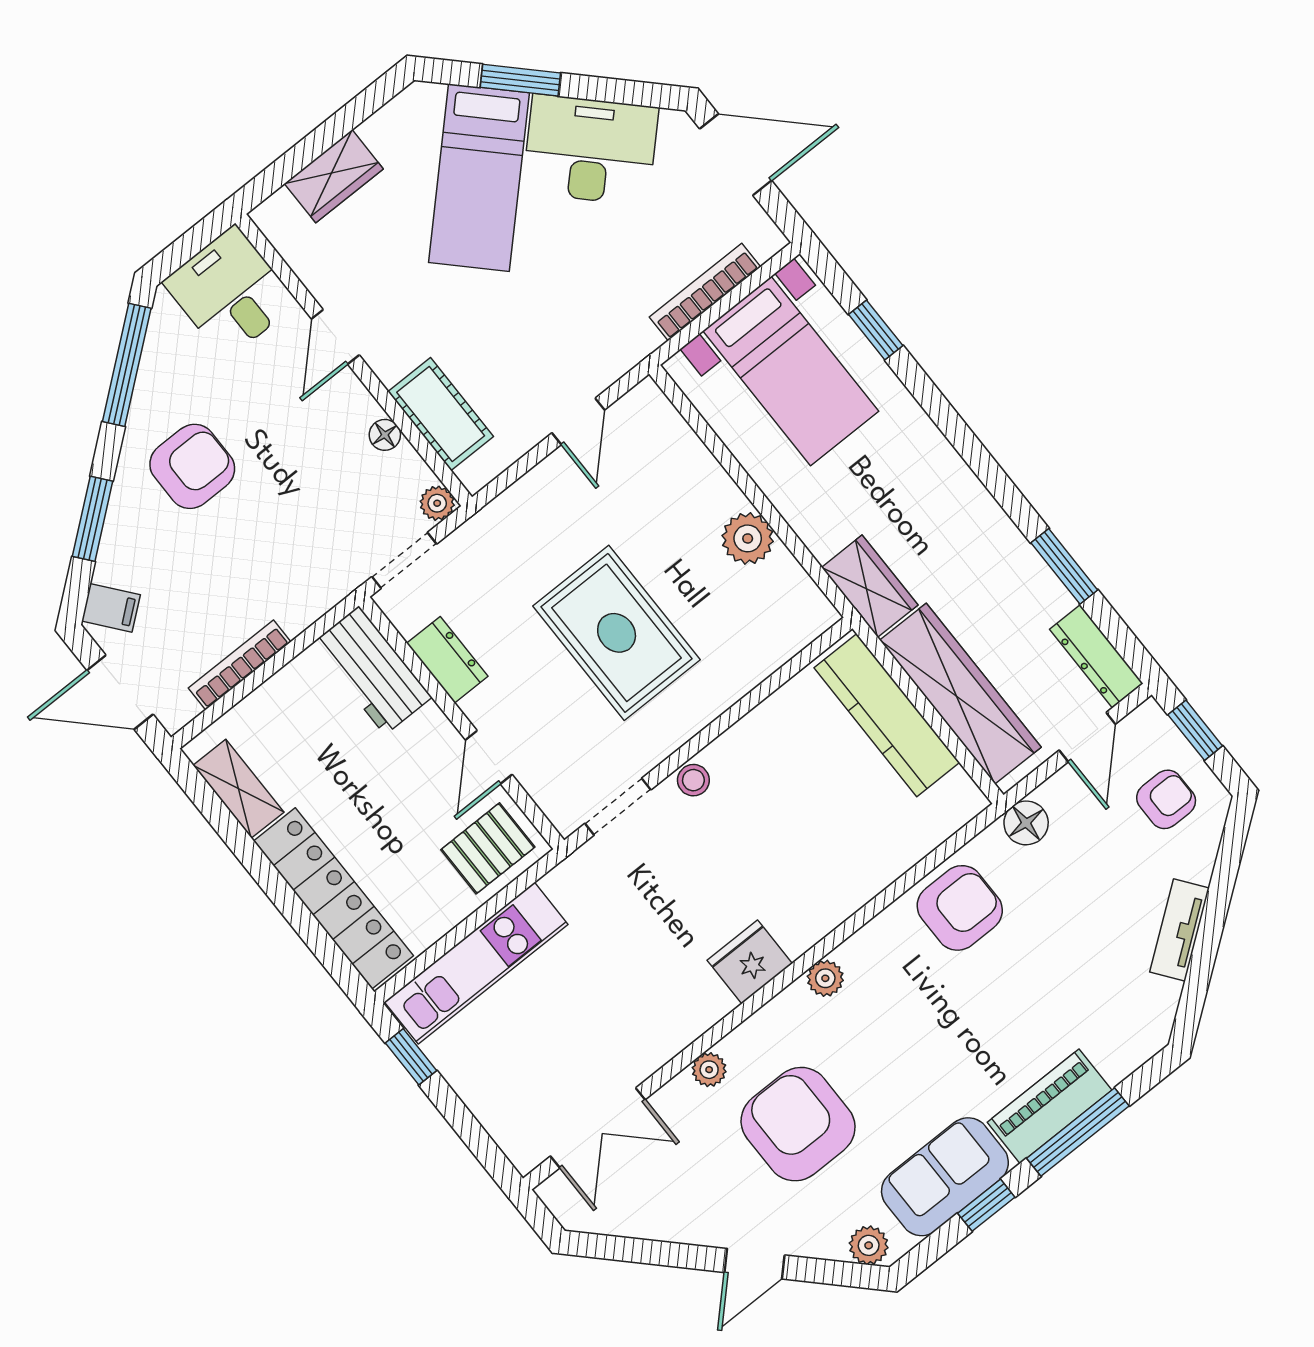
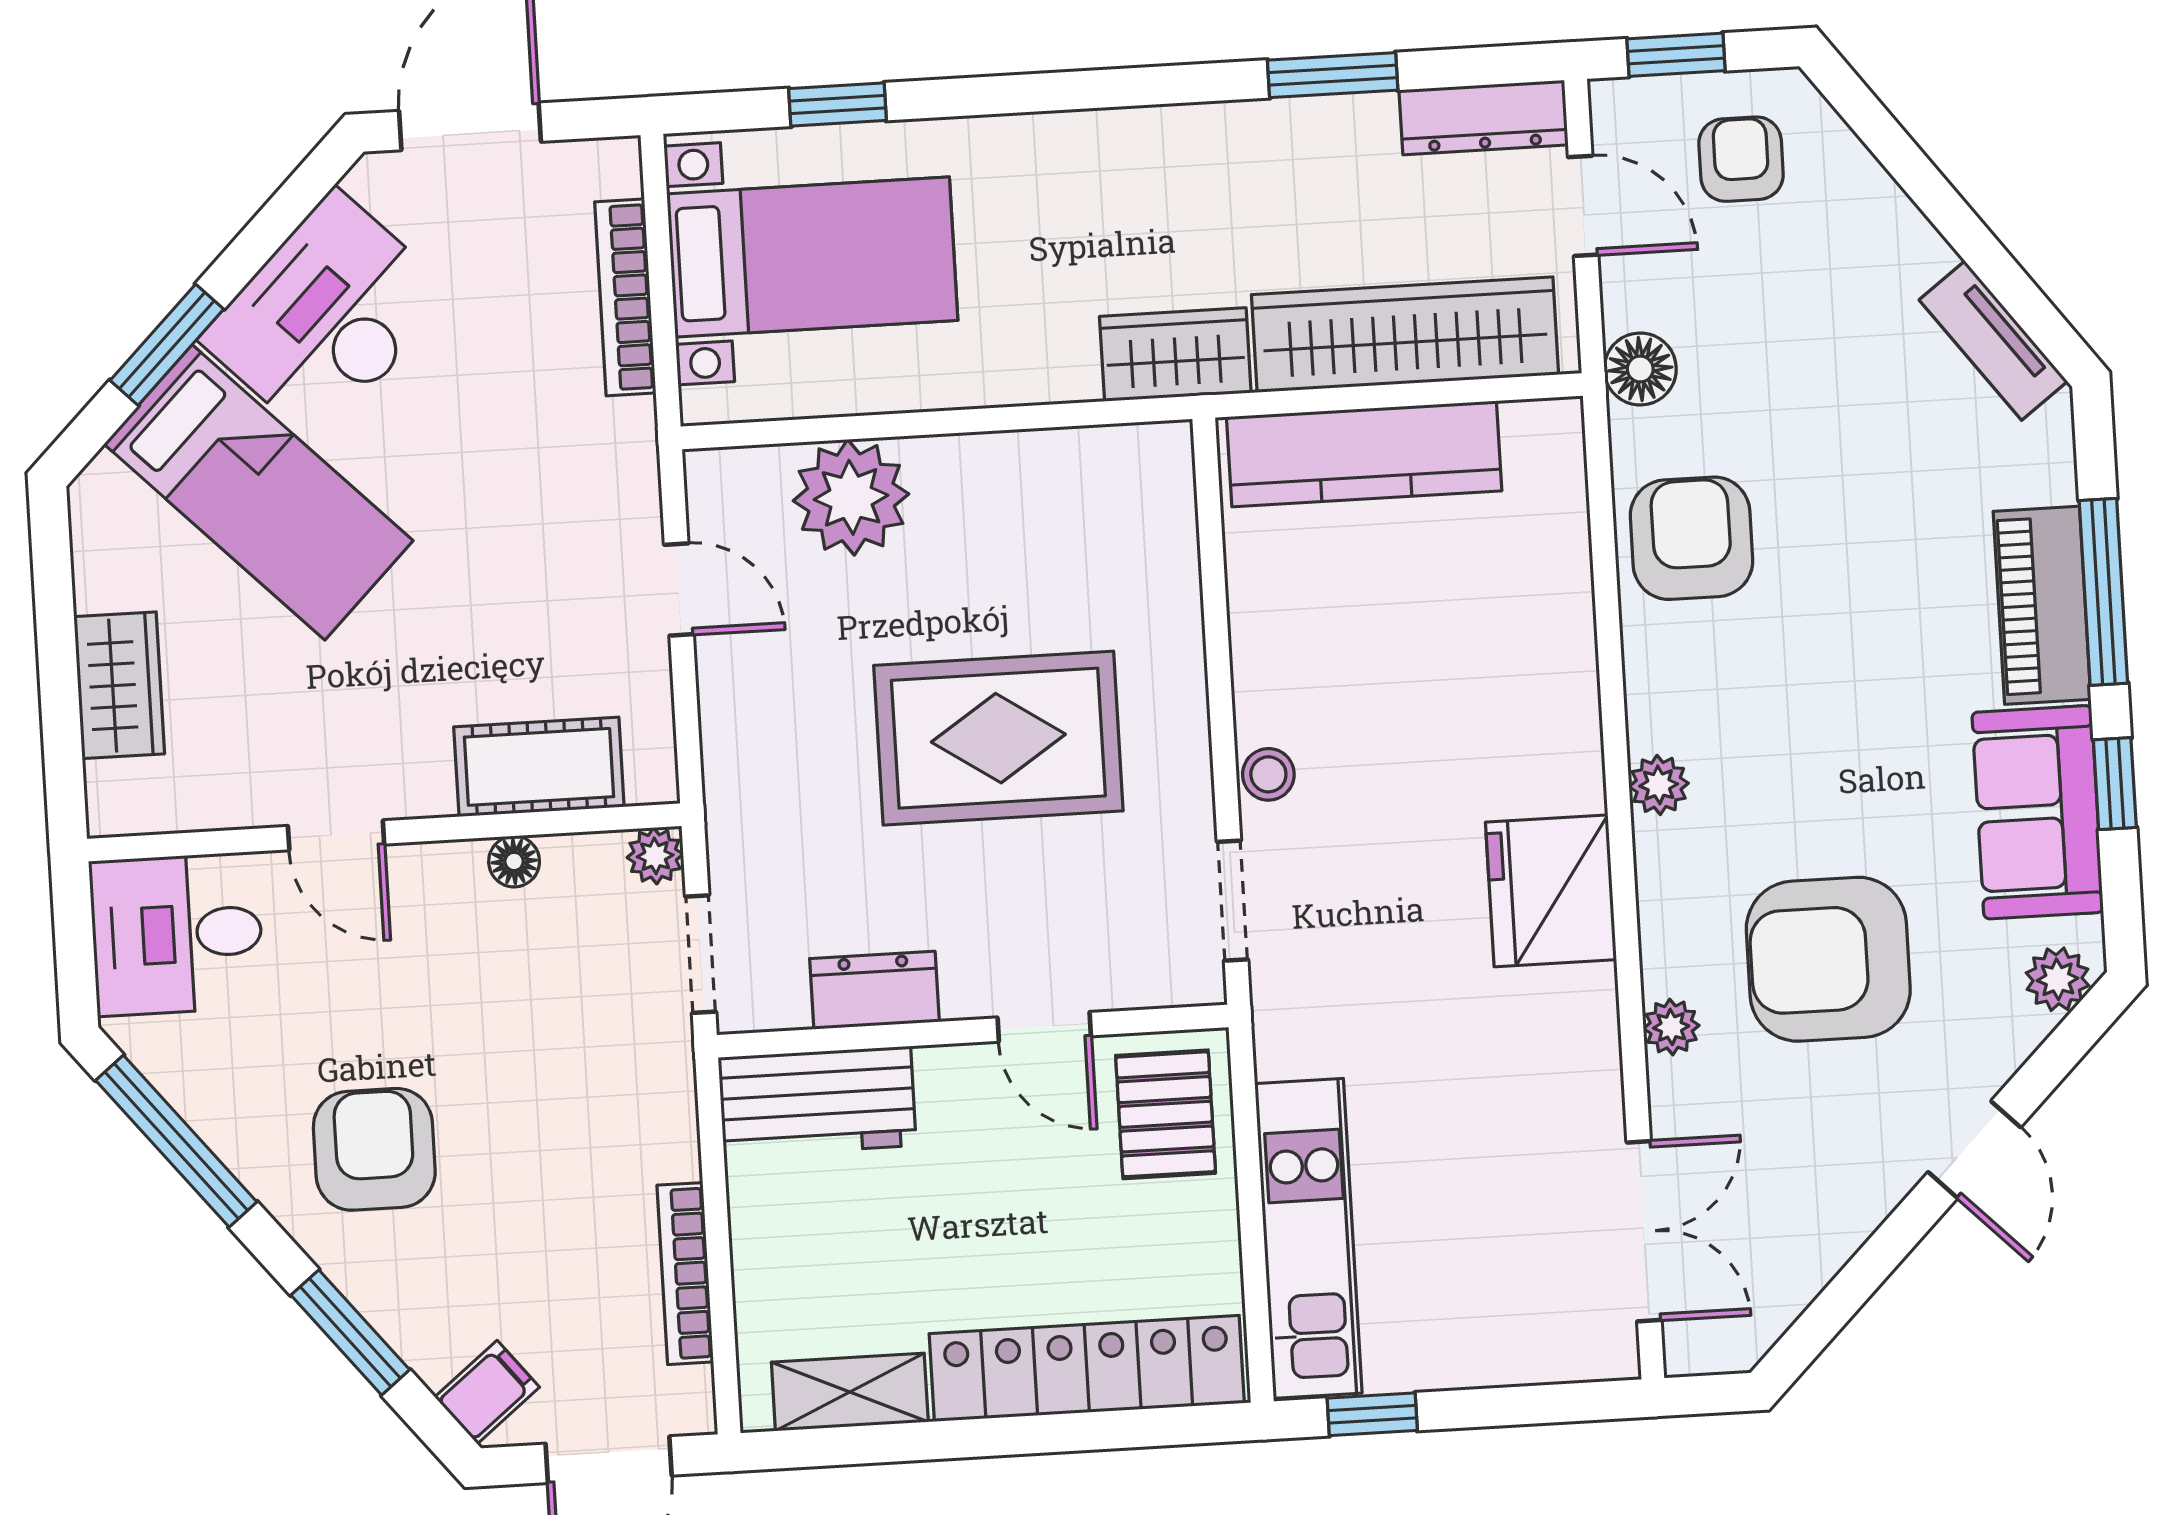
plant: (748, 538) -> (851, 497), moved, width x1.36, depth x1.36
tv unit: (1179, 930) -> (1993, 341), moved
fridge: (750, 962) -> (1551, 891), width x1.36, depth x1.34

